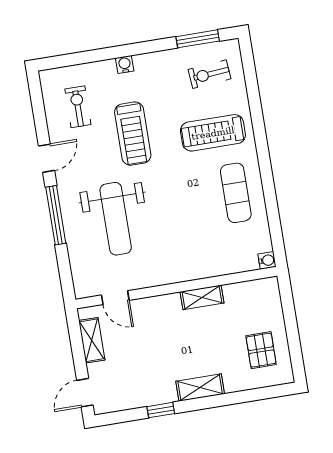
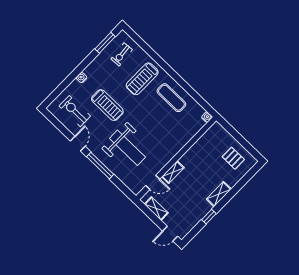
exercise bike: (78, 107) -> (75, 111), width x1.38, depth x1.39
shelving: (202, 297) -> (173, 172), moved
door: (85, 393) -> (170, 234), hinge flipped

